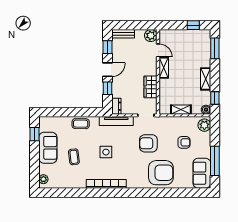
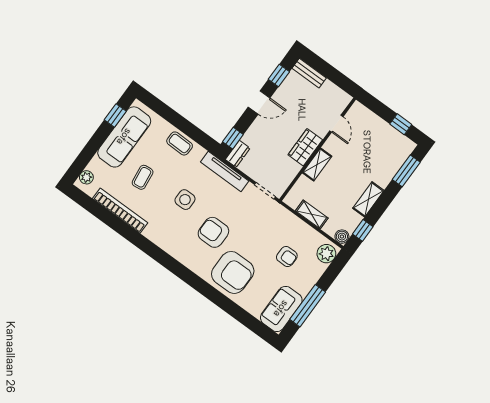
plant: (151, 36) -> (341, 100), removed
shelving: (164, 68) -> (317, 164), moved
wardrobe: (151, 87) -> (305, 147), moved
window: (108, 88) -> (233, 138), moved
armchair: (148, 143) -> (213, 232), moved
sofa: (48, 148) -> (124, 137), width x1.36
bookcase: (106, 184) -> (120, 211), moved

